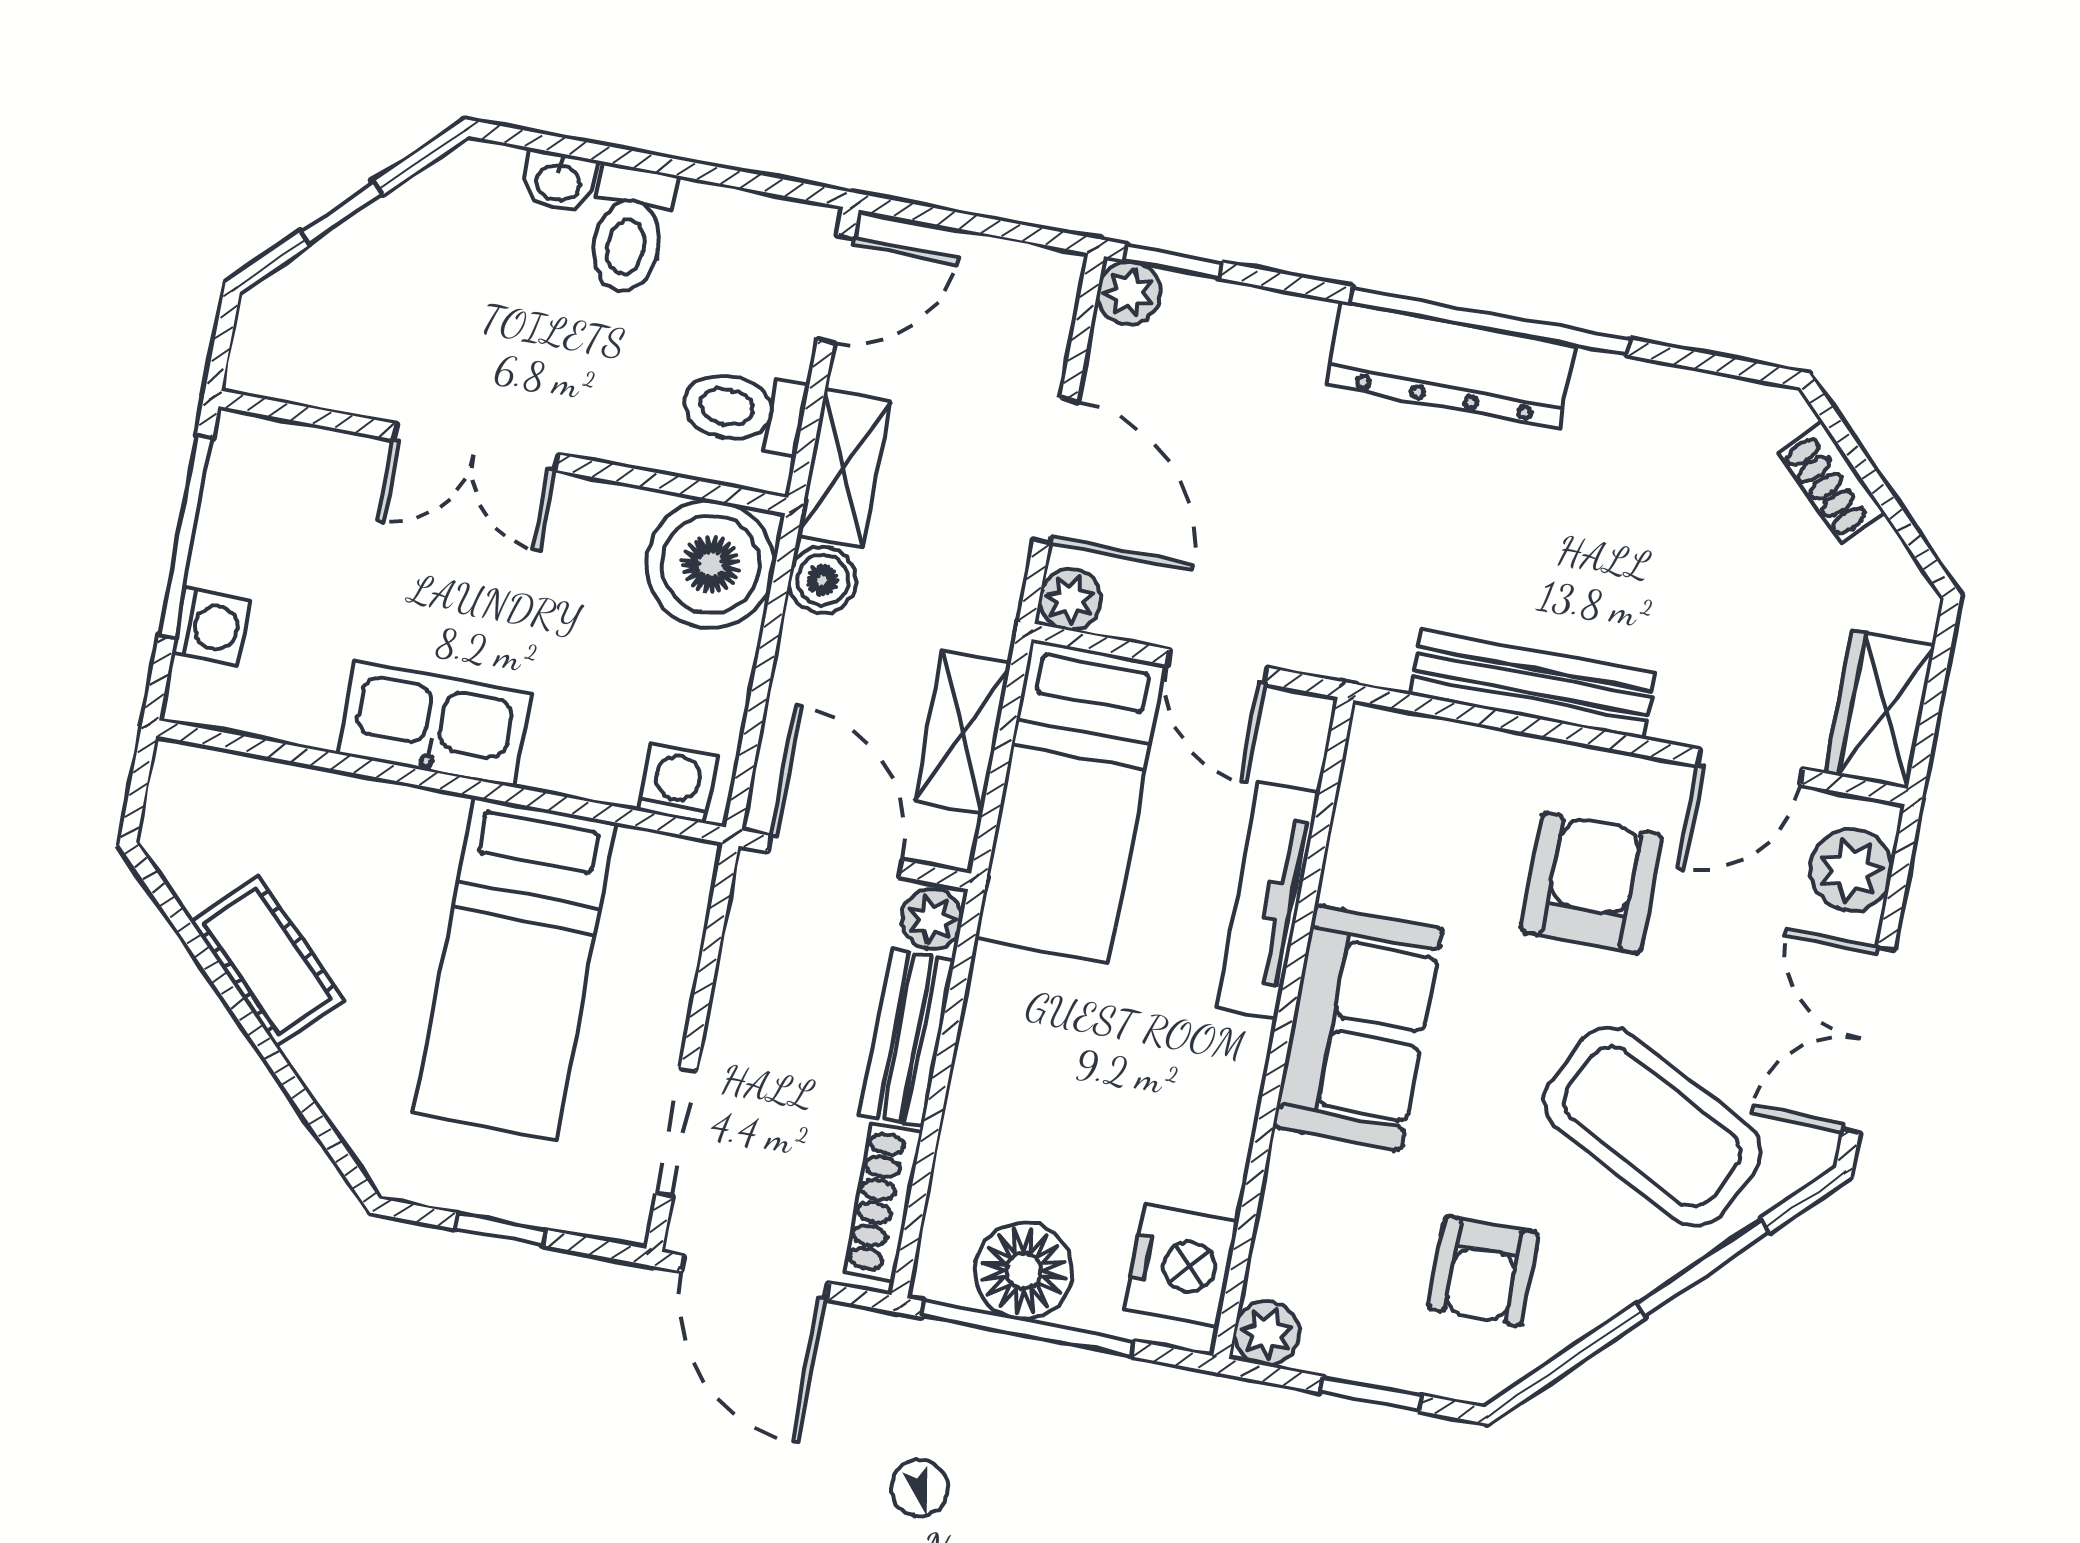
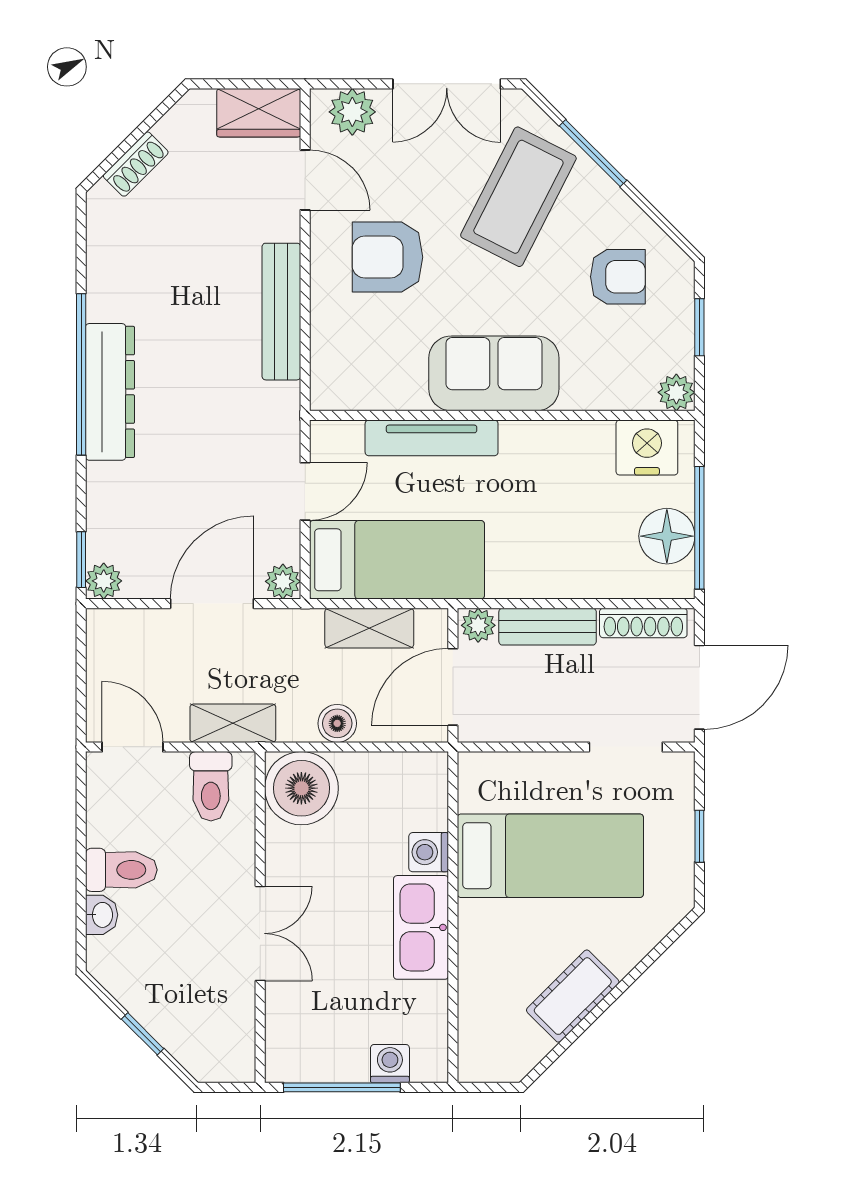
boiler: (822, 580) -> (337, 723), moved
washing machine: (677, 783) -> (429, 852), moved

